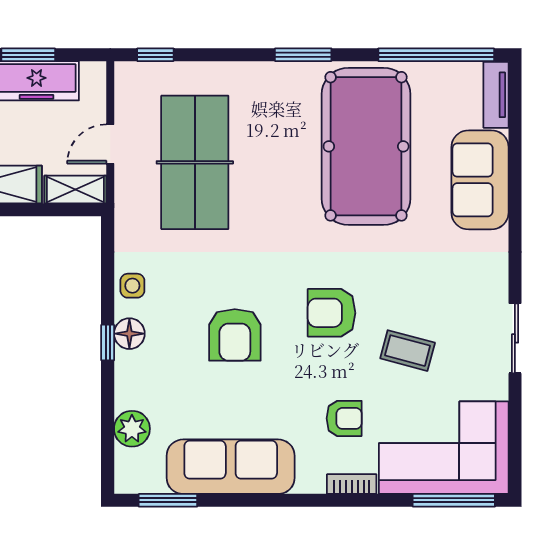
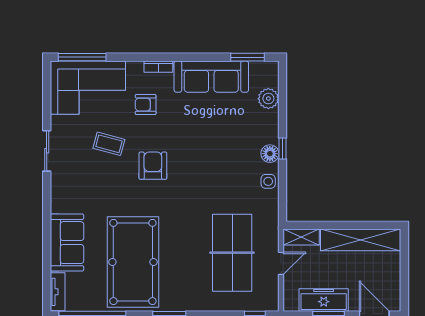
armchair: (332, 313) -> (153, 166), turned -90
armchair: (235, 335) -> (209, 153), removed
bookcase: (352, 484) -> (158, 67), moved

